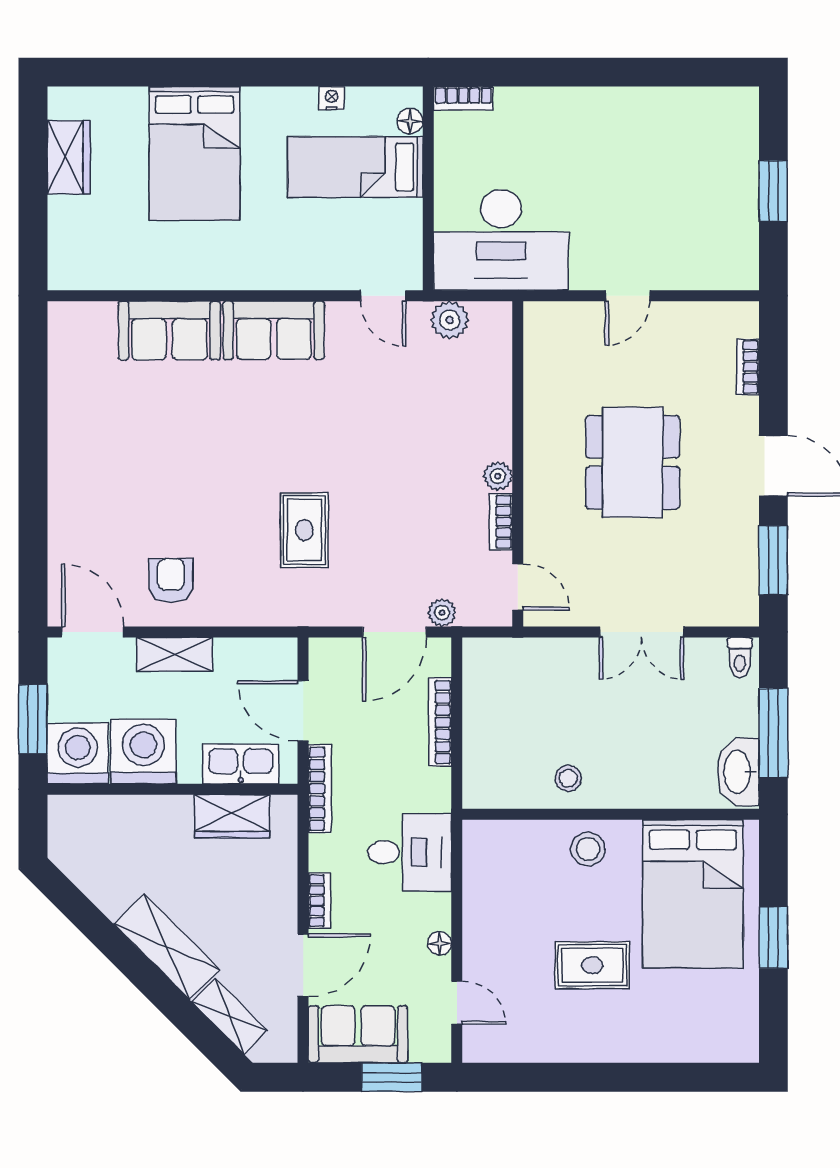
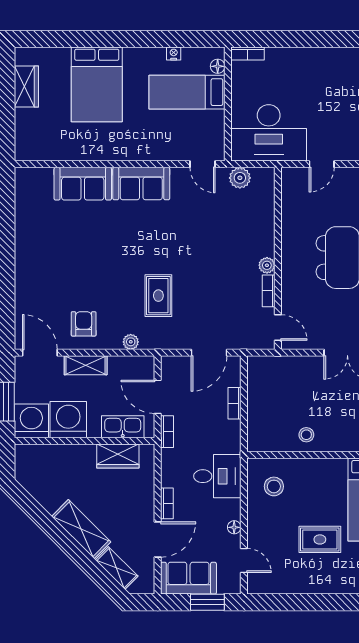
door: (628, 296) -> (322, 164), moved
plant: (442, 613) -> (131, 342), moved
bookcase: (440, 722) -> (235, 403), width x0.64
bookcase: (320, 789) -> (167, 432), width x0.64
stool: (588, 849) -> (274, 486), moved

